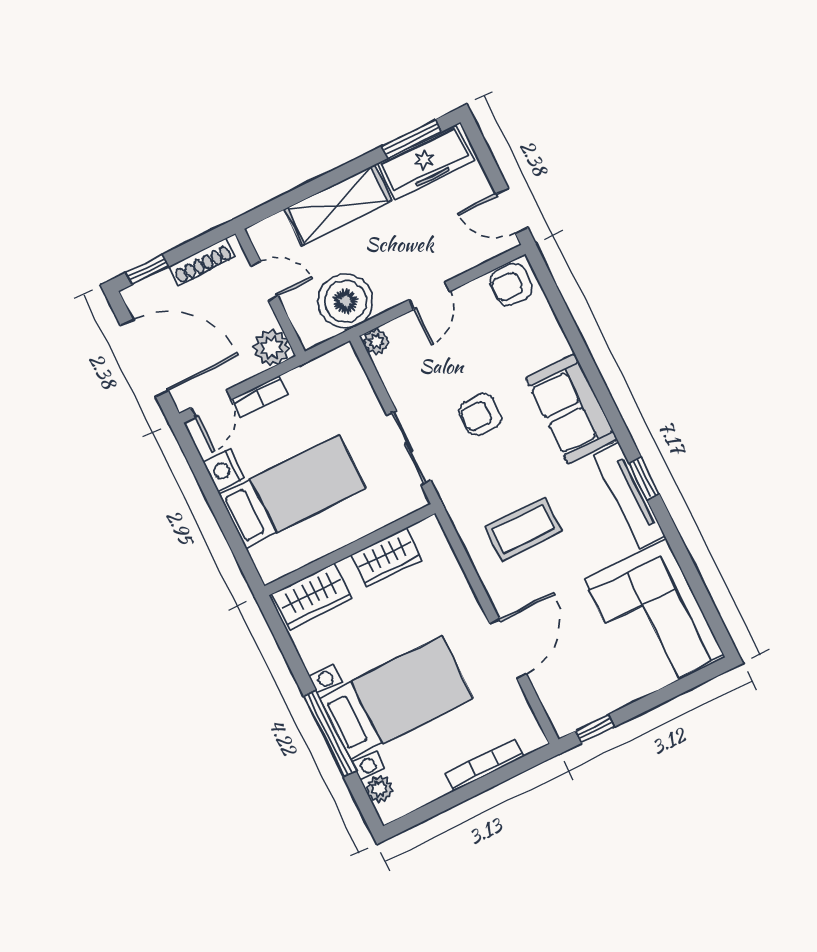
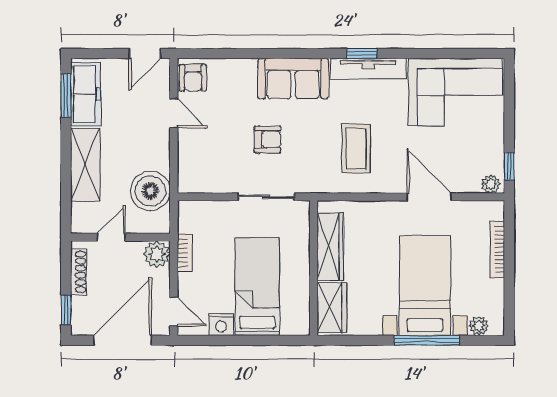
door: (429, 296) -> (174, 113), moved
plant: (376, 342) -> (491, 184), moved
bookcase: (260, 396) -> (185, 253), moved
armchair: (480, 414) -> (268, 139), turned -90
wardrobe: (386, 557) -> (330, 247), width x1.50

